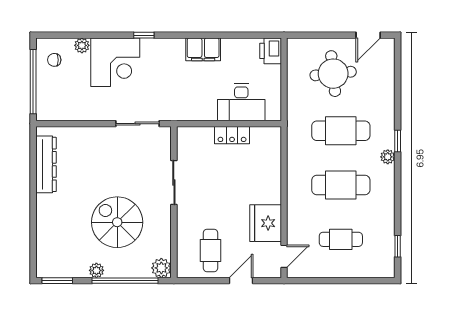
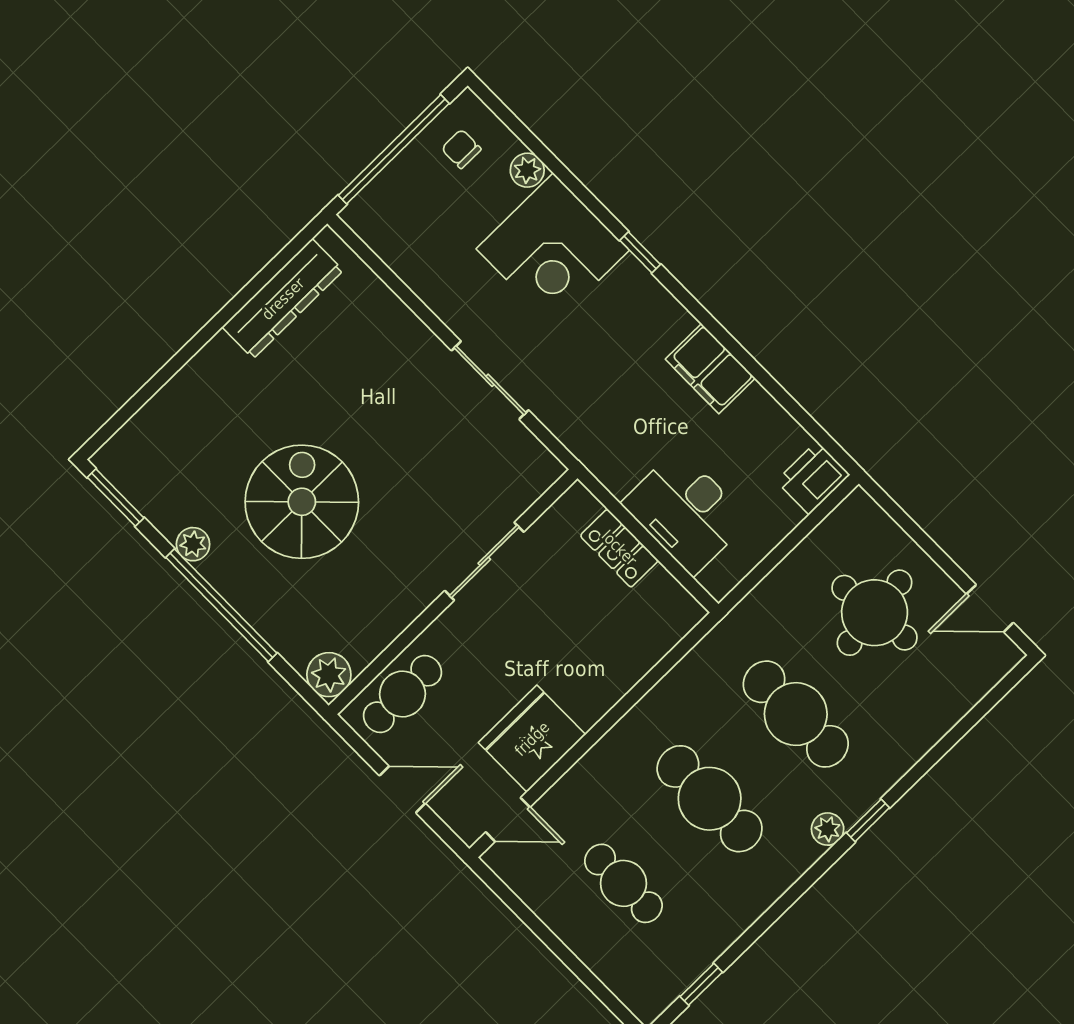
sliding door: (174, 182) -> (484, 561), moved
wall: (174, 202) -> (453, 592), moved
plant: (161, 268) -> (329, 675), moved

